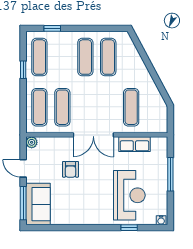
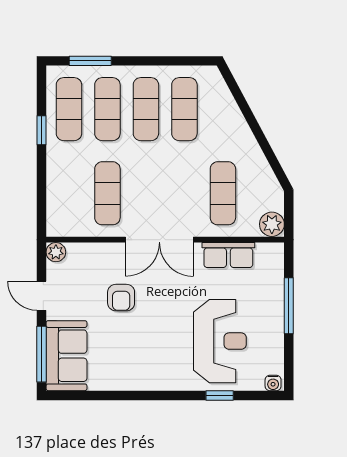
window: (52, 28) -> (90, 61), width x1.50
exercise mat: (39, 107) -> (107, 109), moved
plant: (160, 126) -> (272, 224), added

